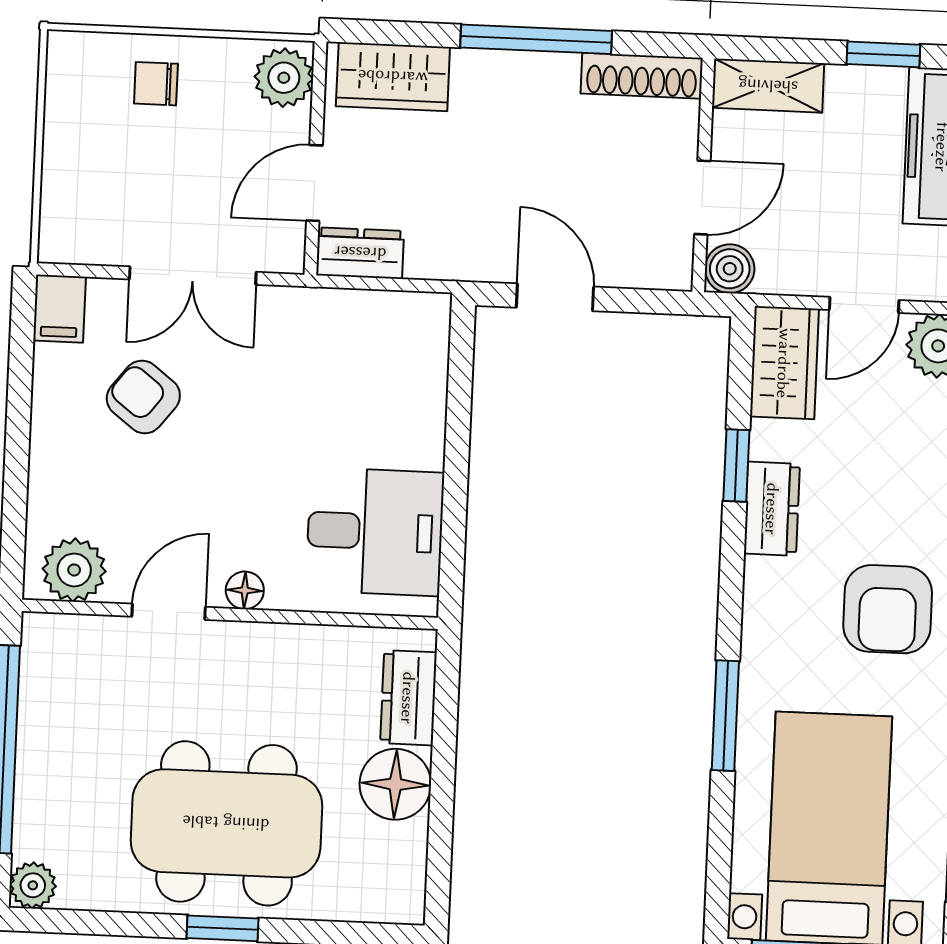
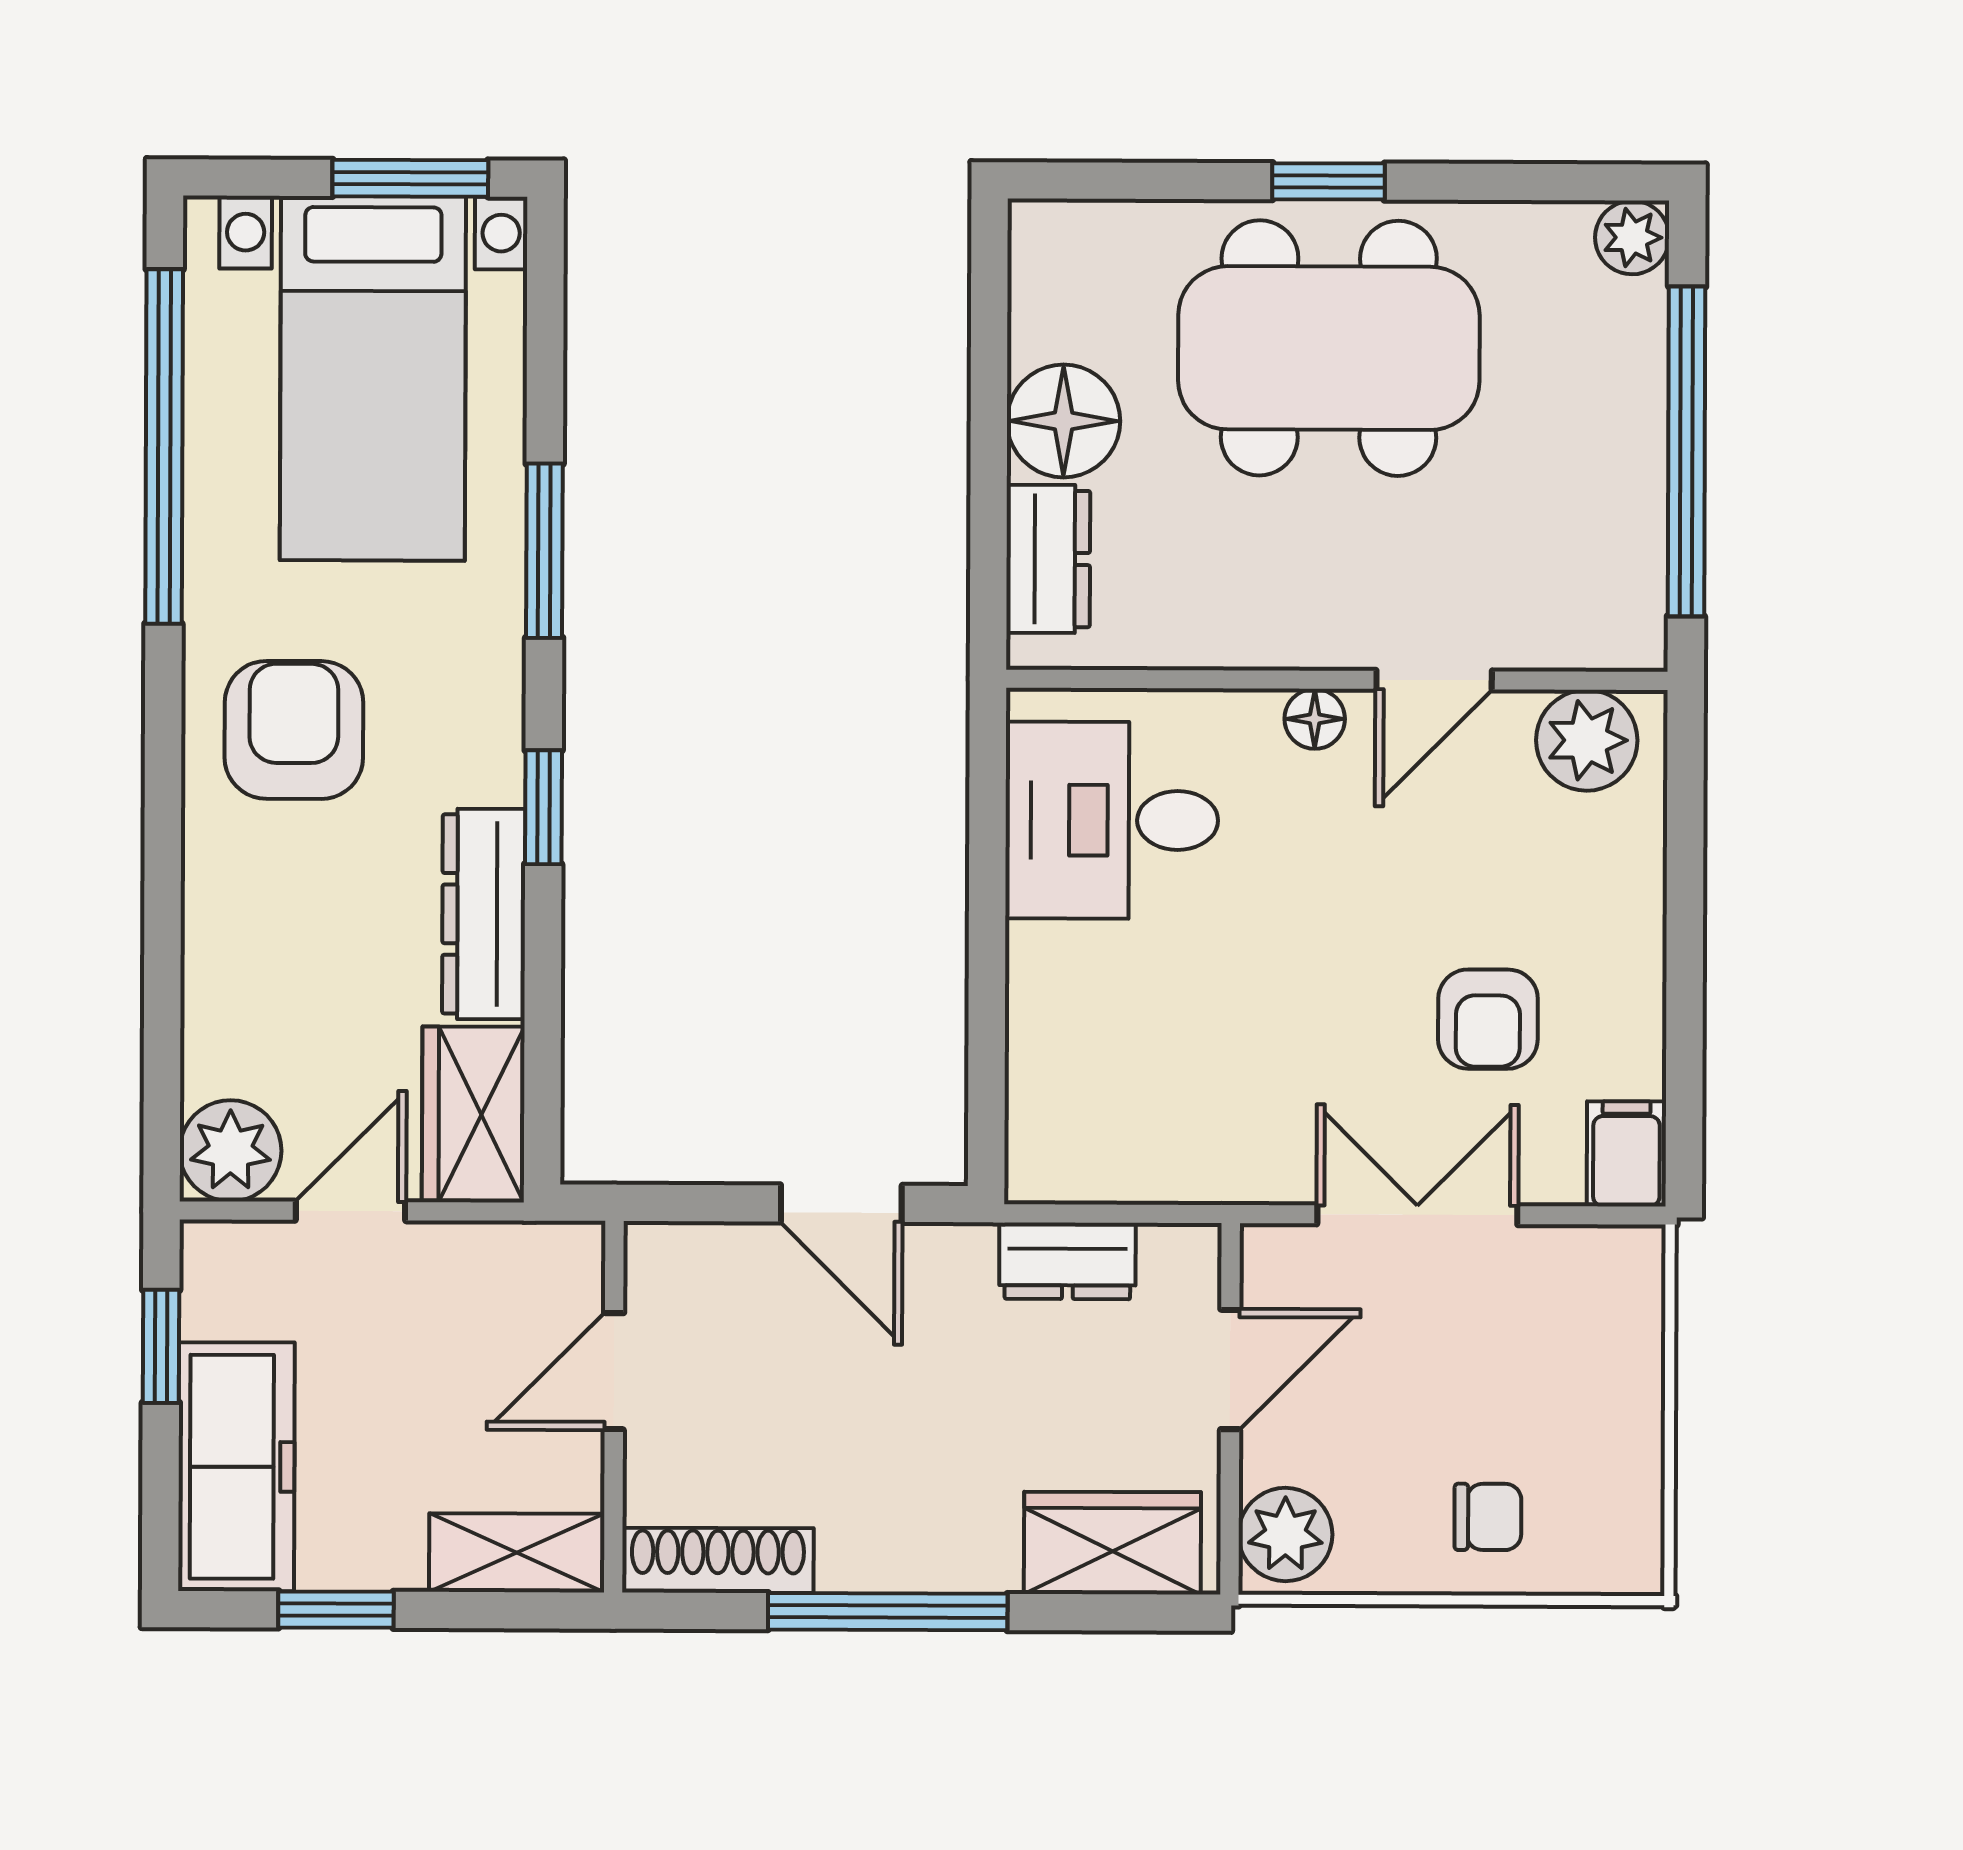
dresser: (360, 253) -> (1067, 1261), moved
boiler: (730, 269) -> (566, 1260), removed
armchair: (143, 397) -> (1488, 1019), turned 52
window: (736, 465) -> (543, 807), moved
dresser: (772, 509) -> (484, 914), width x1.44

